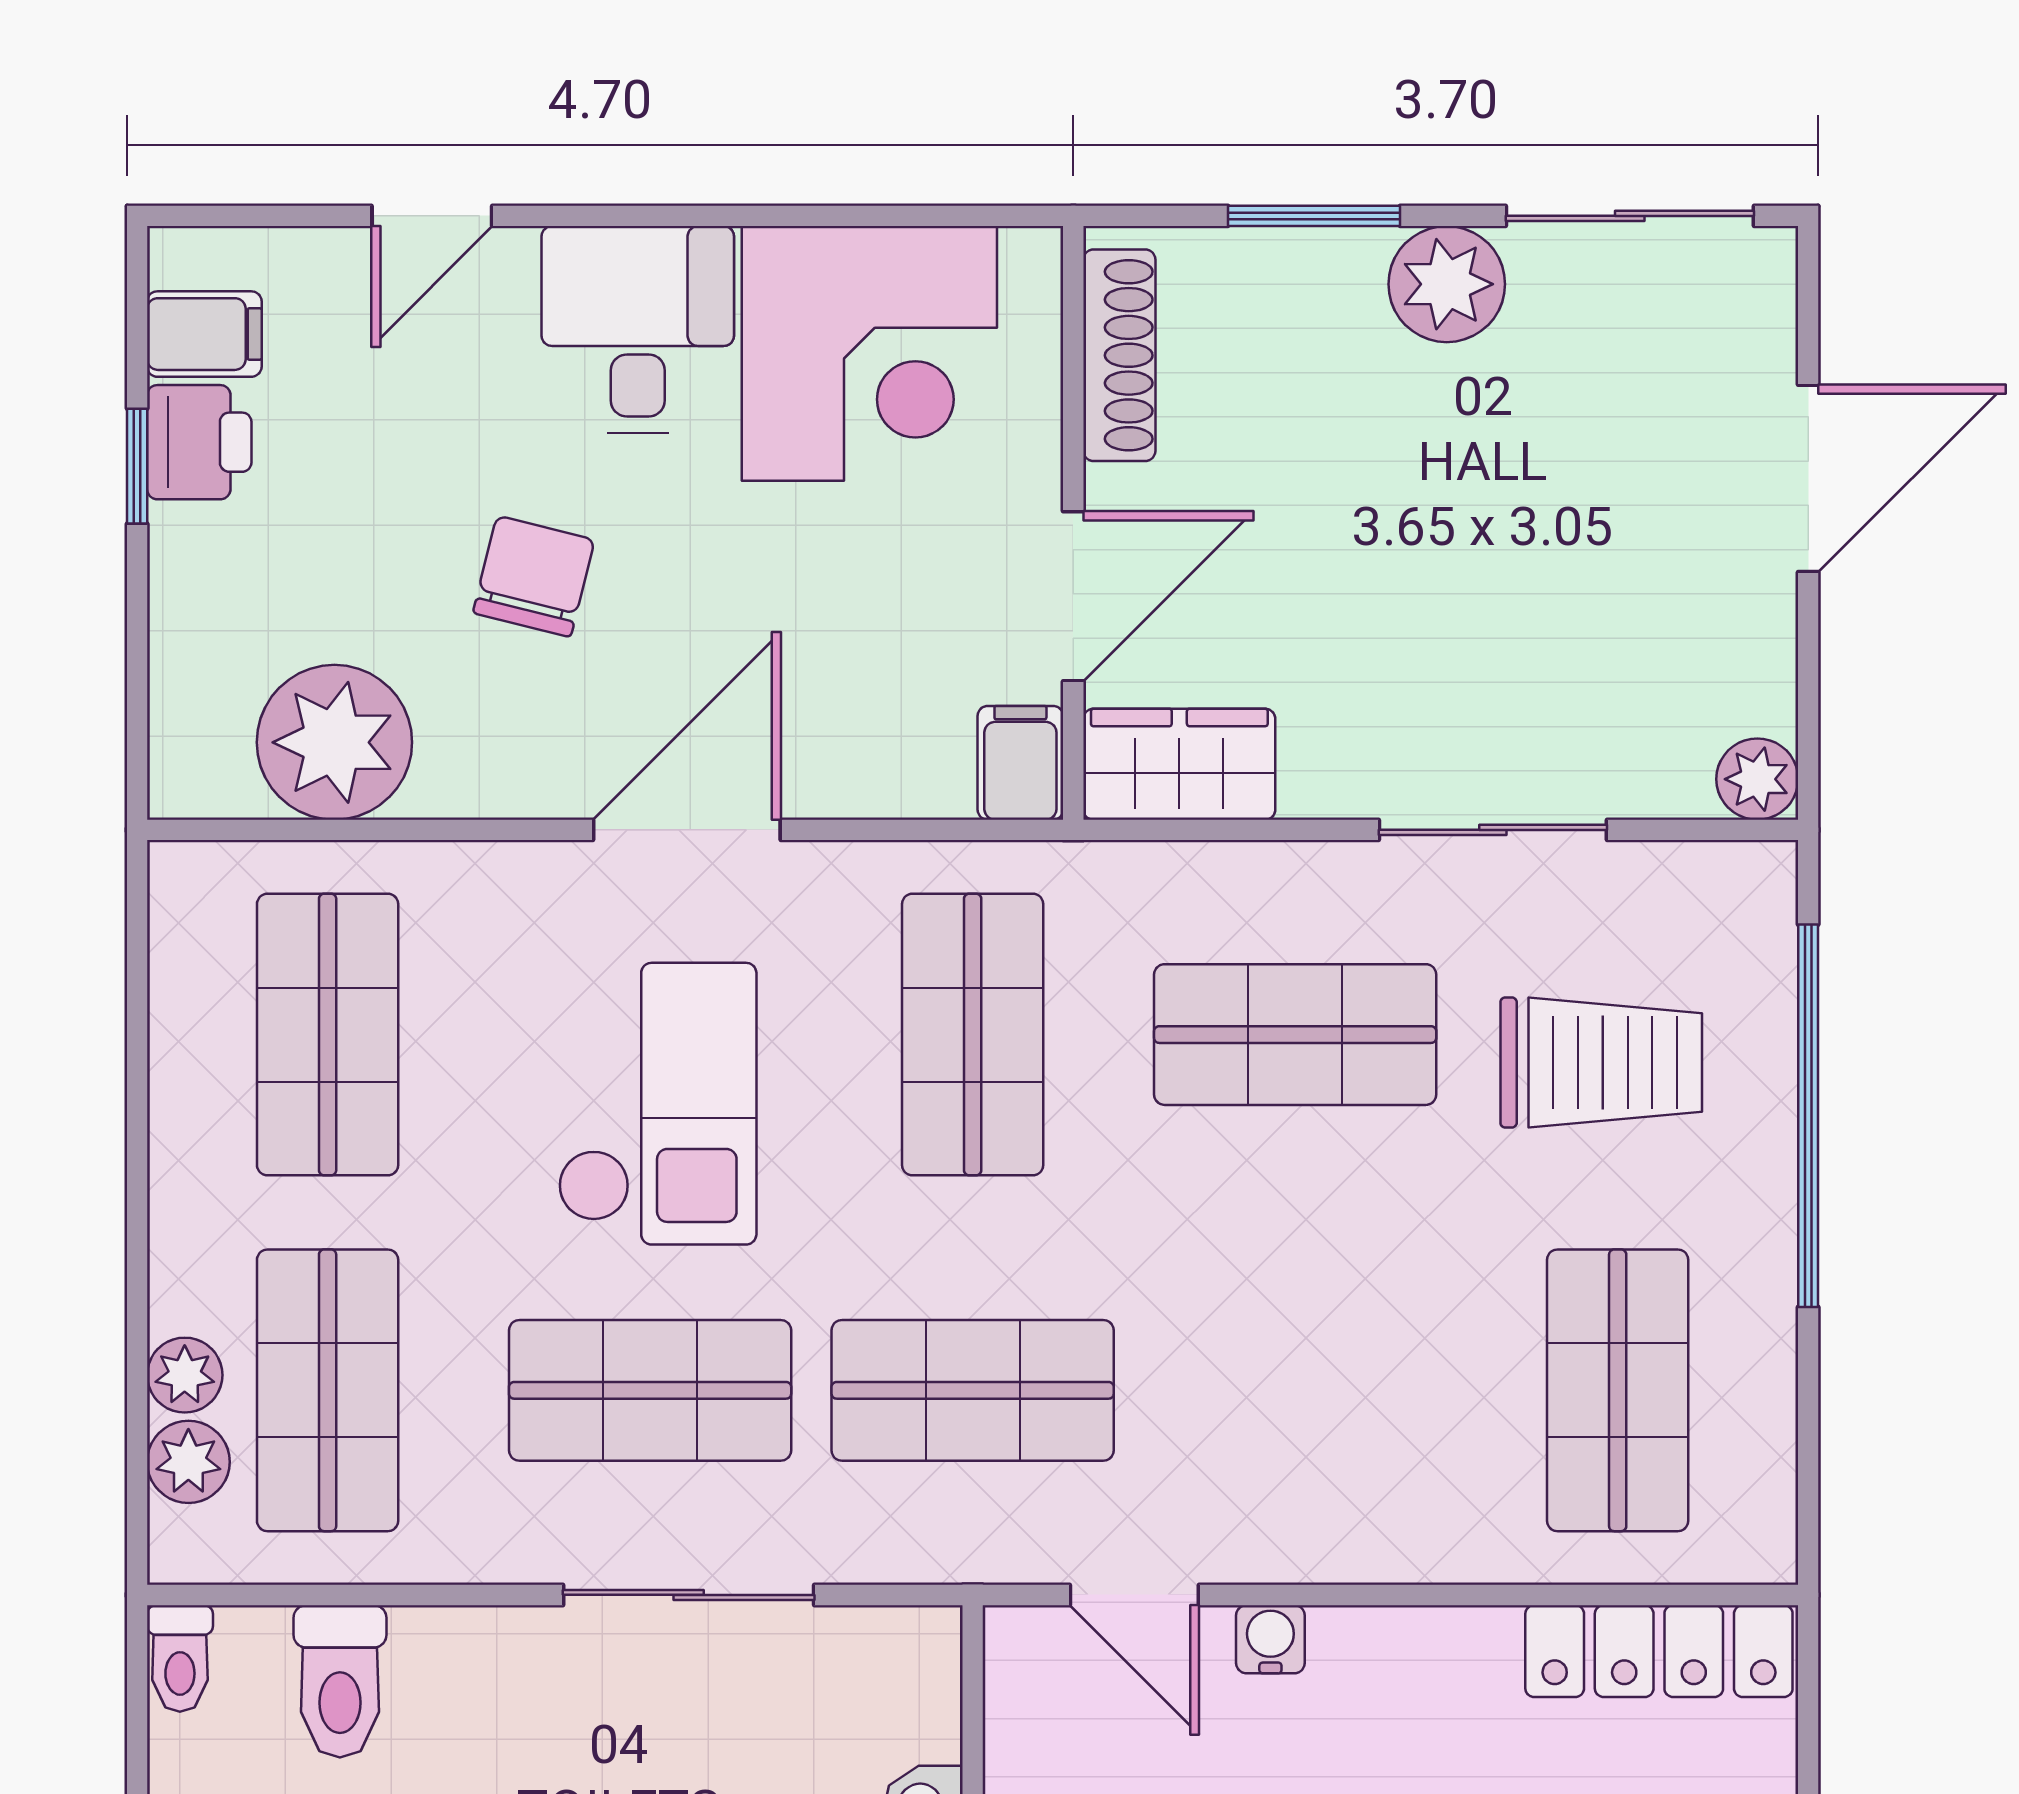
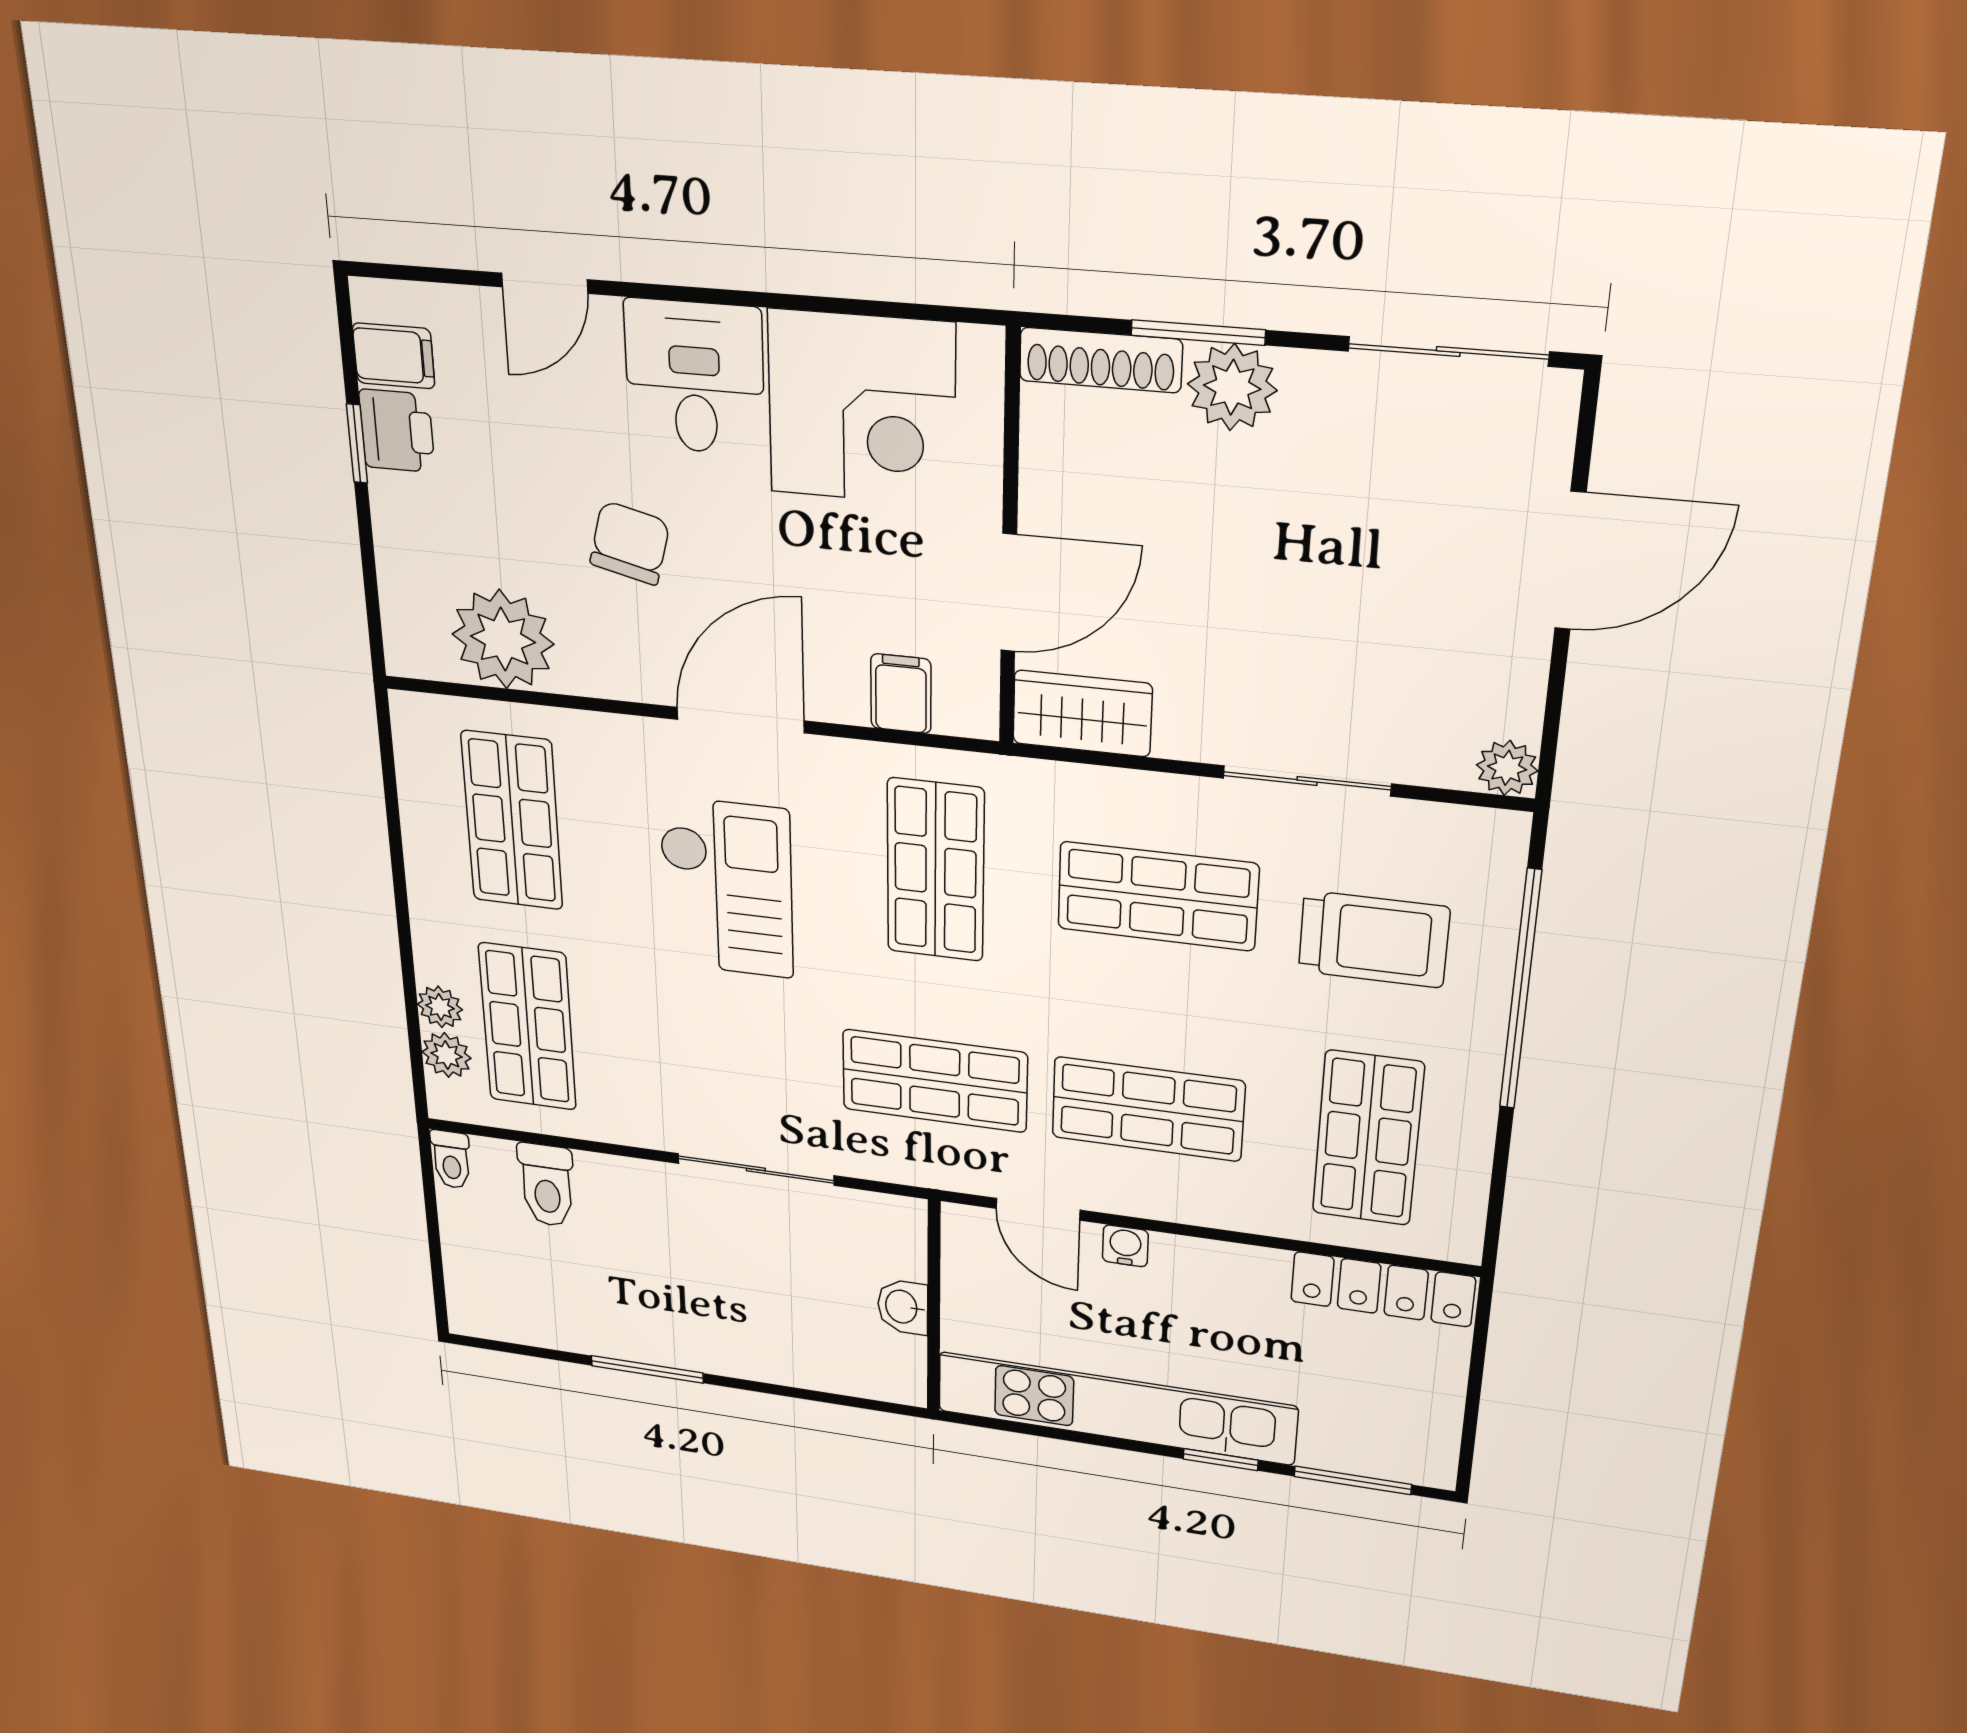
plant: (1447, 284) -> (1232, 387), moved
shoe rack: (1119, 355) -> (1101, 360), moved, turned 90
filing cabinet: (1020, 763) -> (901, 694), moved
shop shelf: (650, 1390) -> (1148, 1109), moved

